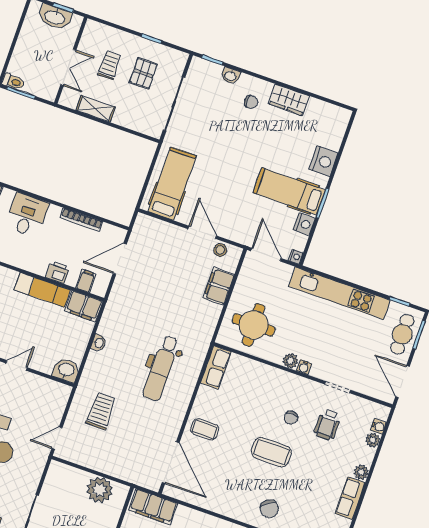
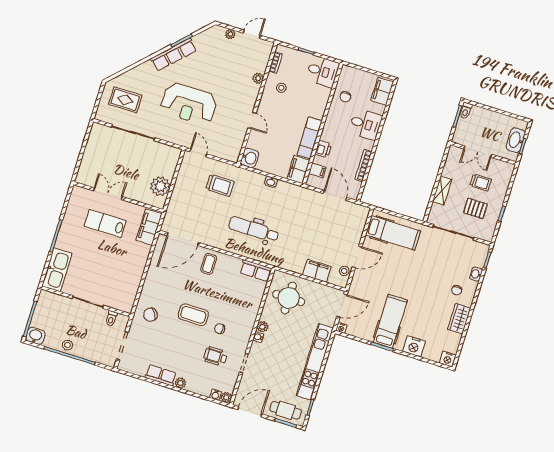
shelving: (96, 109) -> (442, 190), moved
nightstand: (304, 224) -> (448, 359), moved
plant: (373, 440) -> (226, 397), moved
coffee table: (271, 452) -> (193, 315), turned 90

